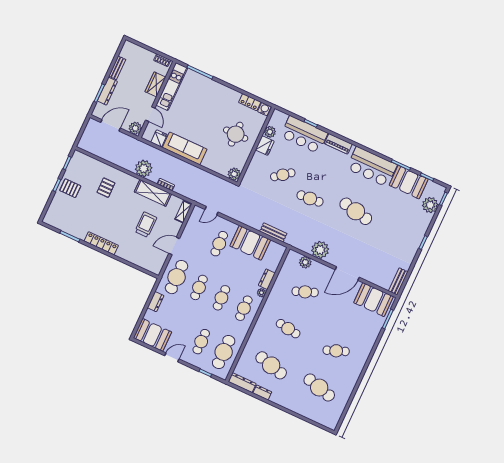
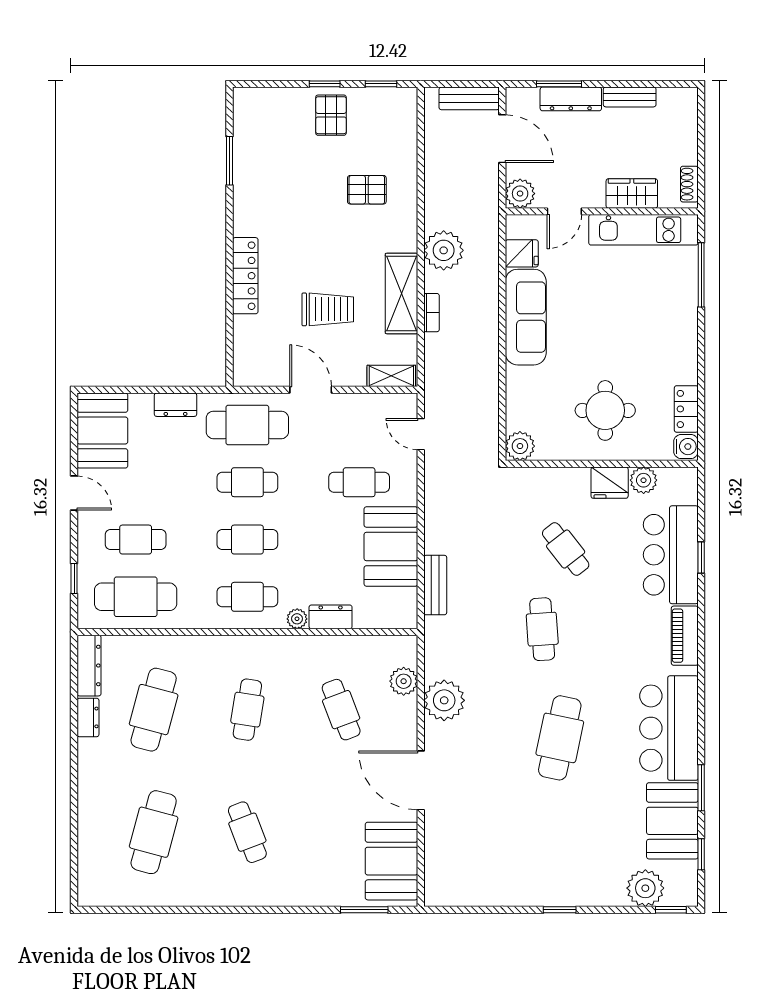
locker: (101, 243) -> (245, 276), moved
bench: (398, 281) -> (469, 98), moved

